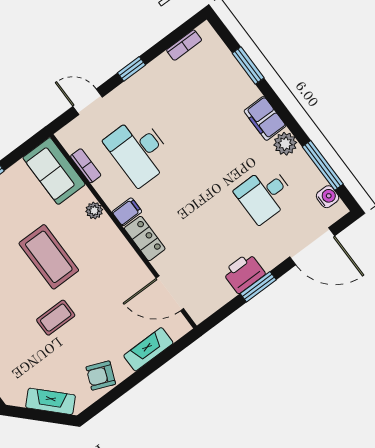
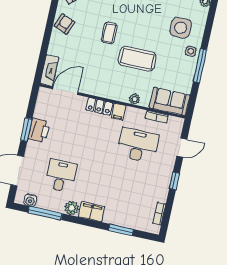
fireplace: (148, 349) -> (49, 71), moved

